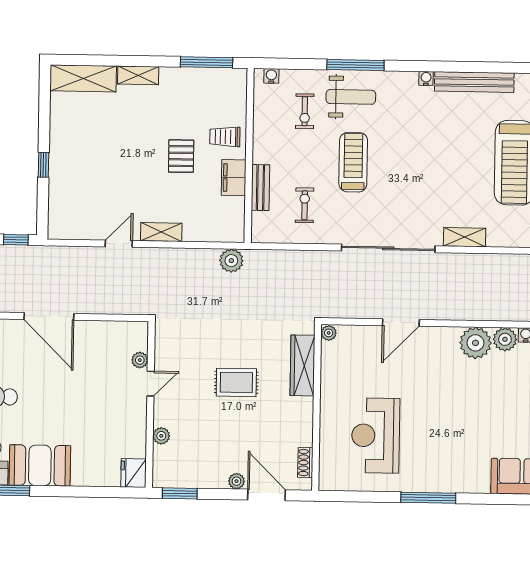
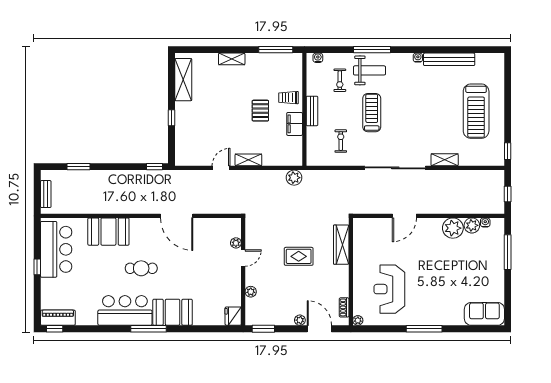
shelving: (83, 78) -> (183, 80), moved, turned 90
bench: (260, 188) -> (312, 111), moved
plant: (329, 333) -> (358, 320), moved

